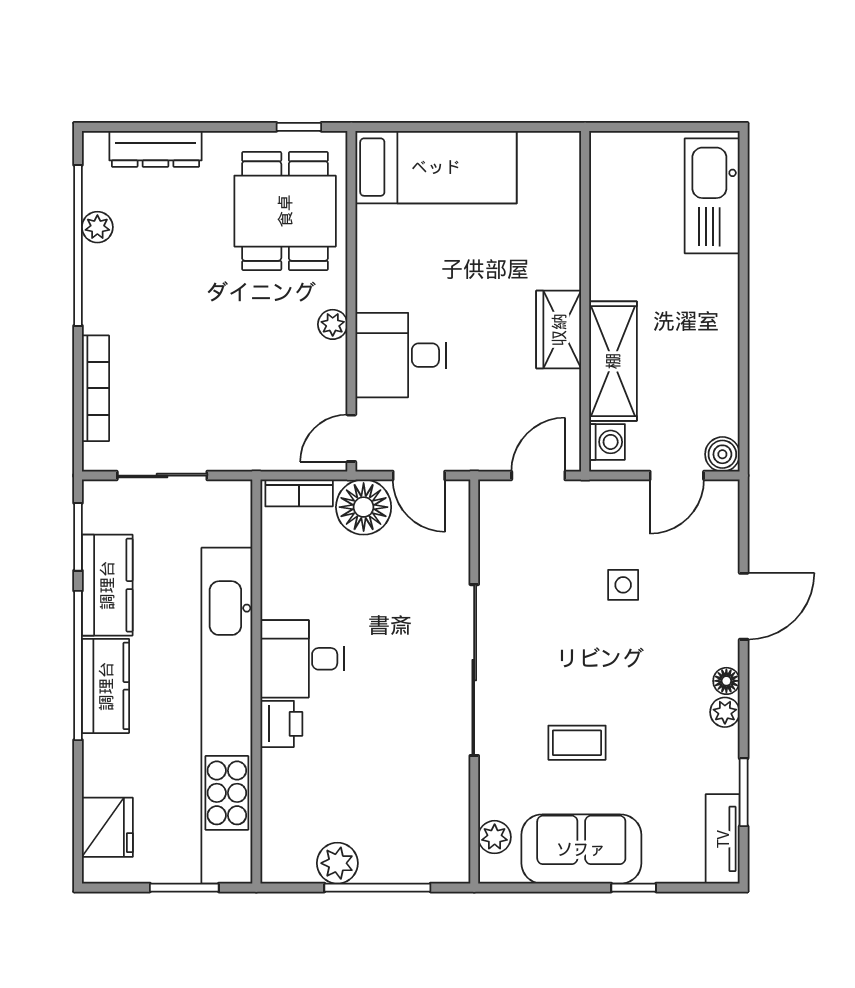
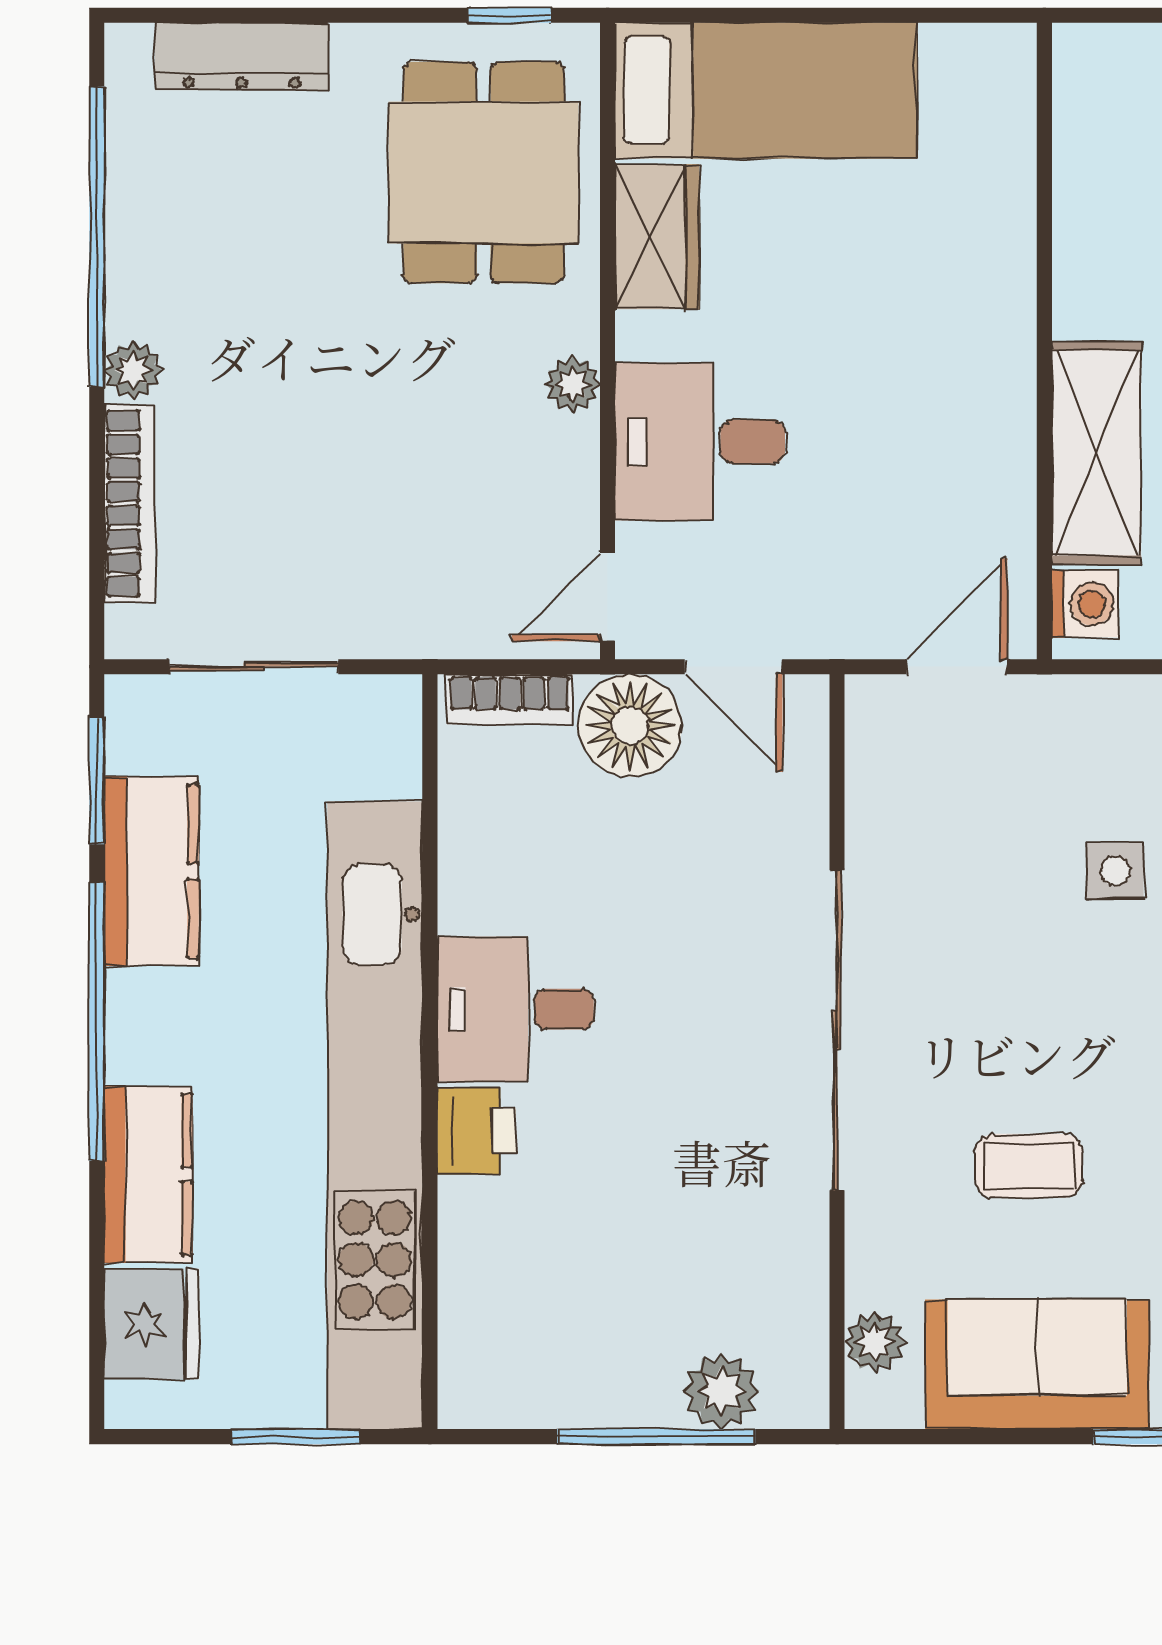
plant: (97, 227) -> (133, 370), moved
wardrobe: (559, 330) -> (657, 237), moved, turned 180
kitchen counter: (106, 686) -> (148, 1175), moved
plant: (337, 863) -> (721, 1391), moved

